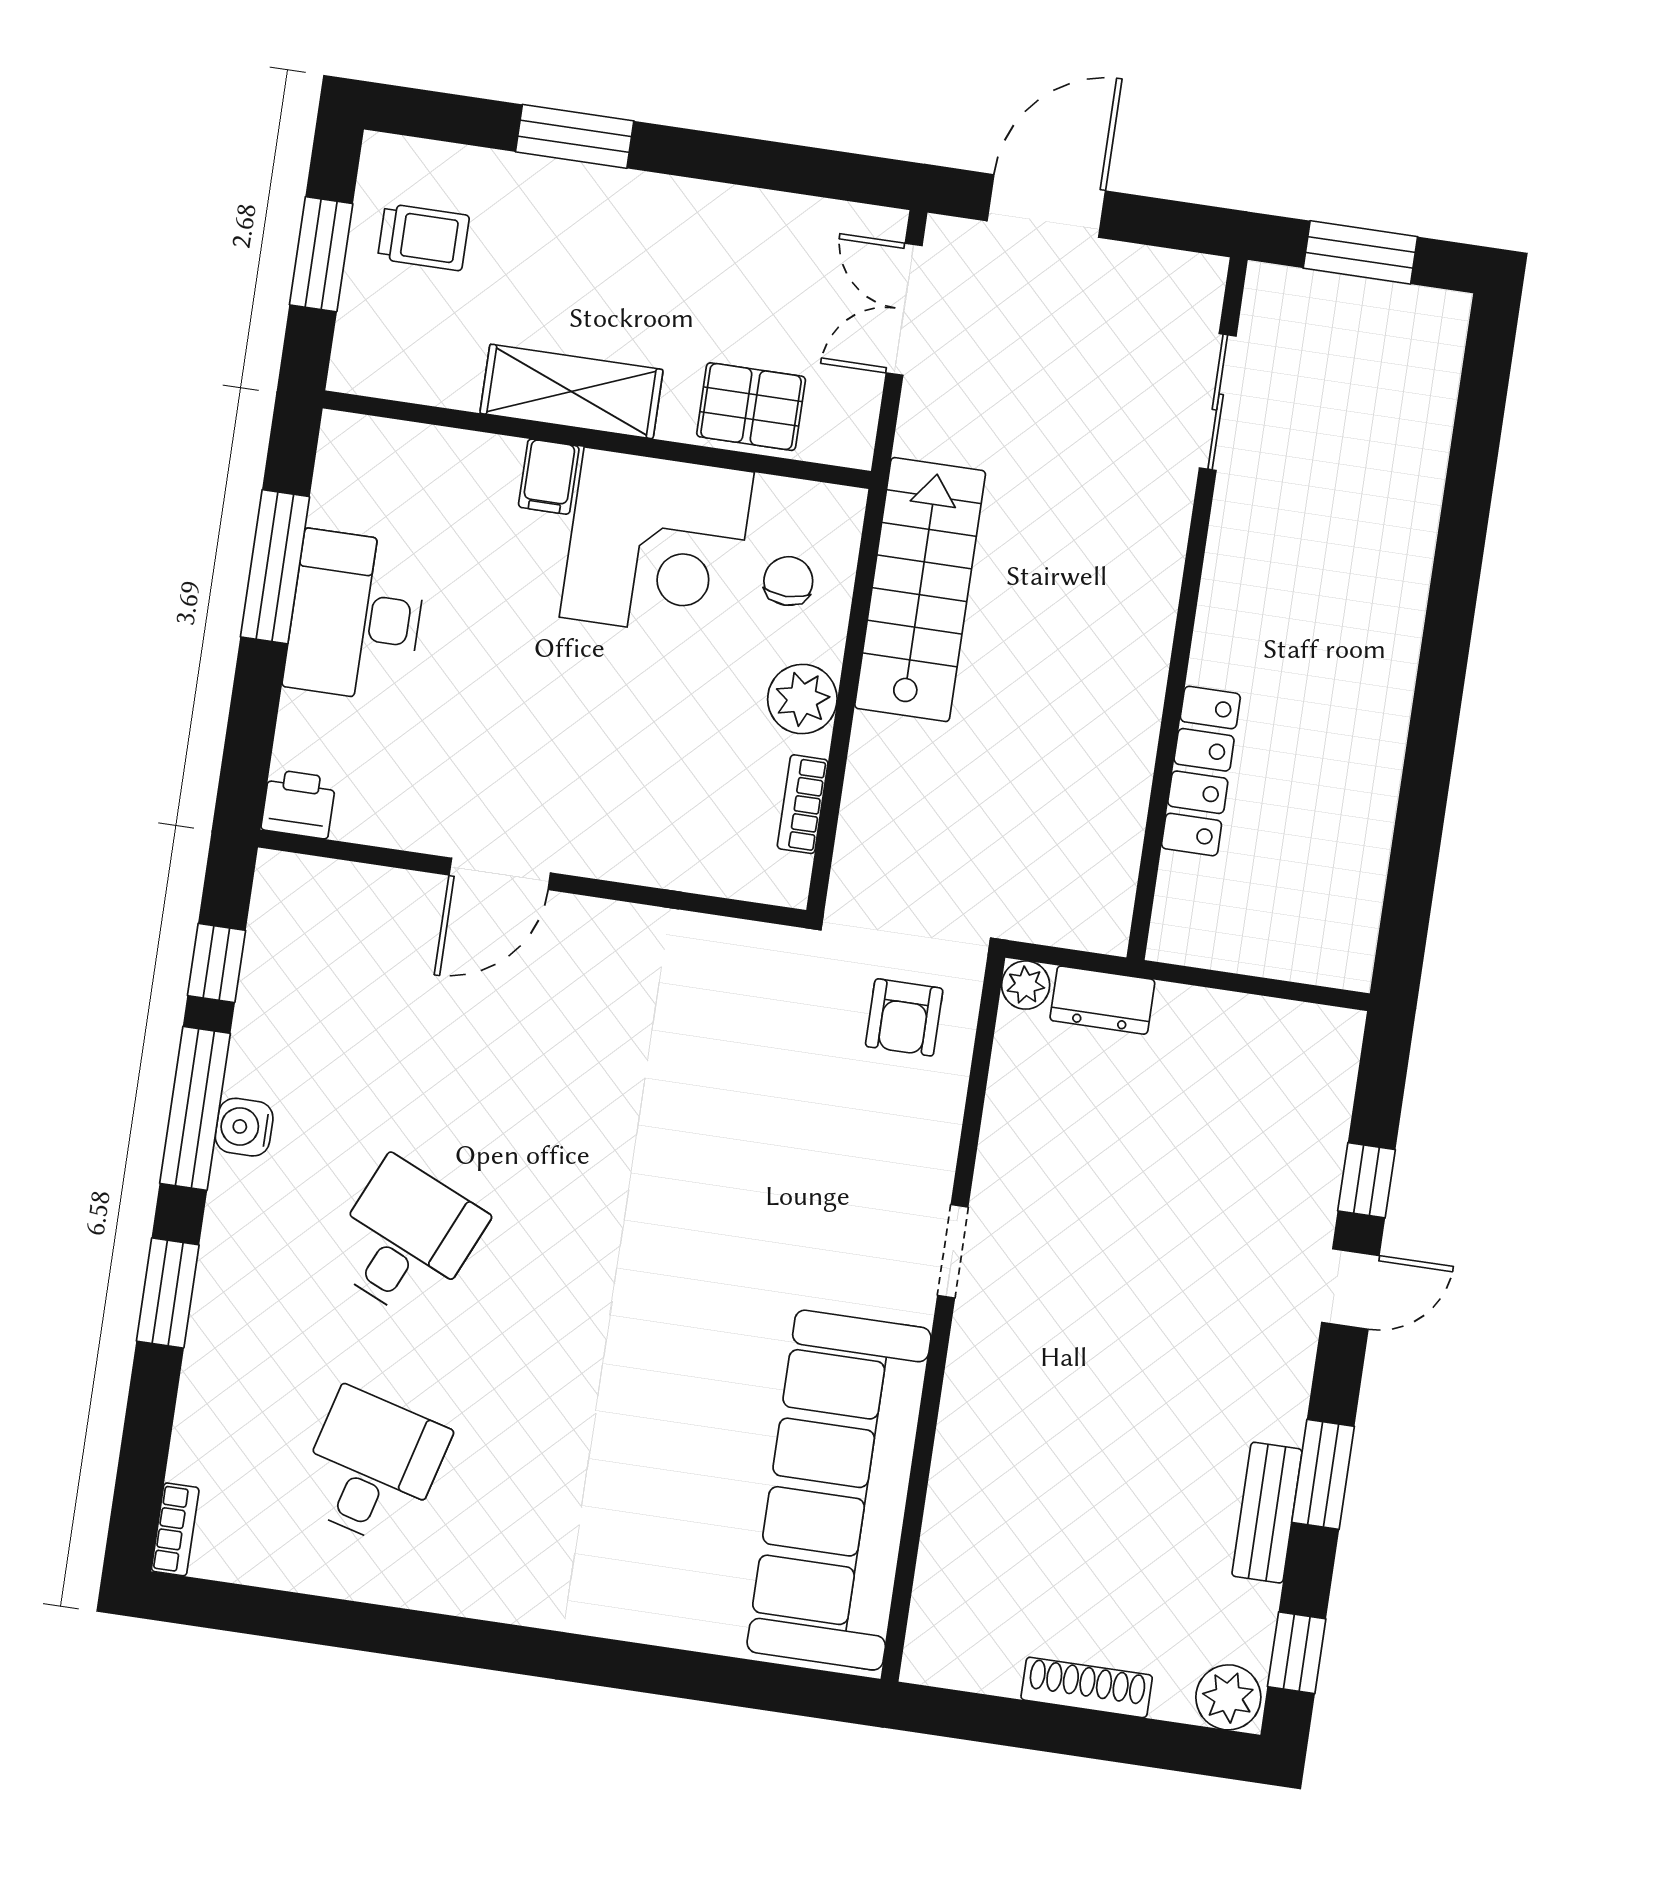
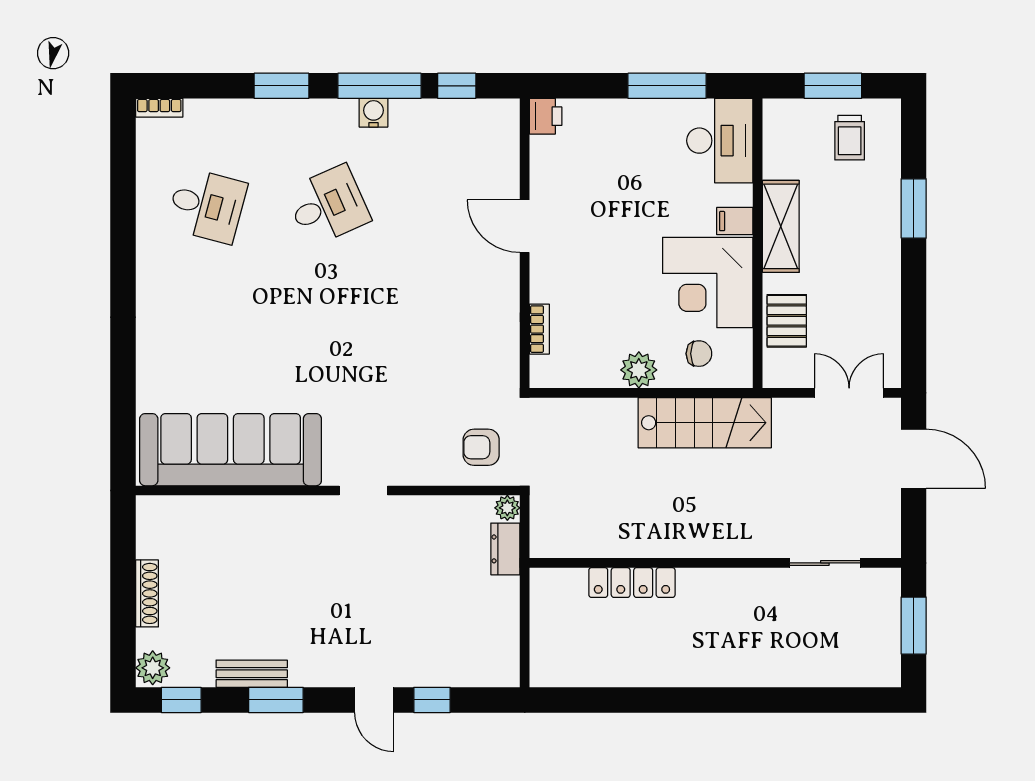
desk: (356, 616) -> (720, 141), moved, turned 90
bookcase: (803, 804) -> (539, 329), moved, turned 90
desk: (406, 1239) -> (328, 205), turned -48

